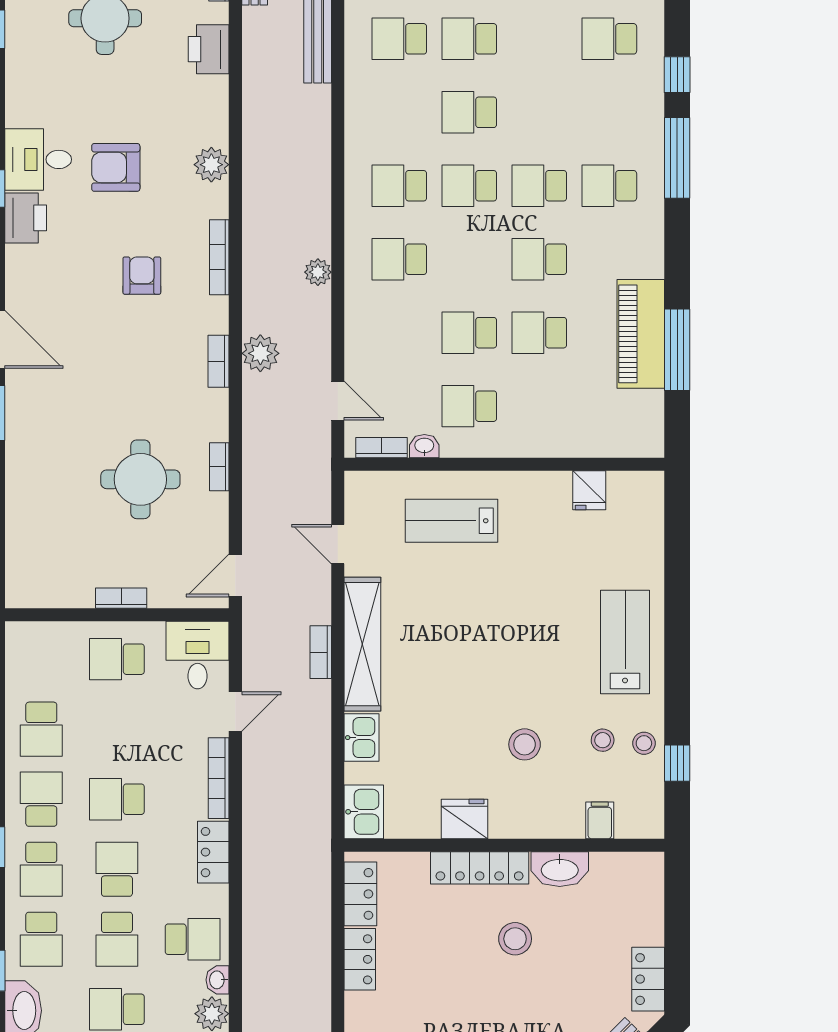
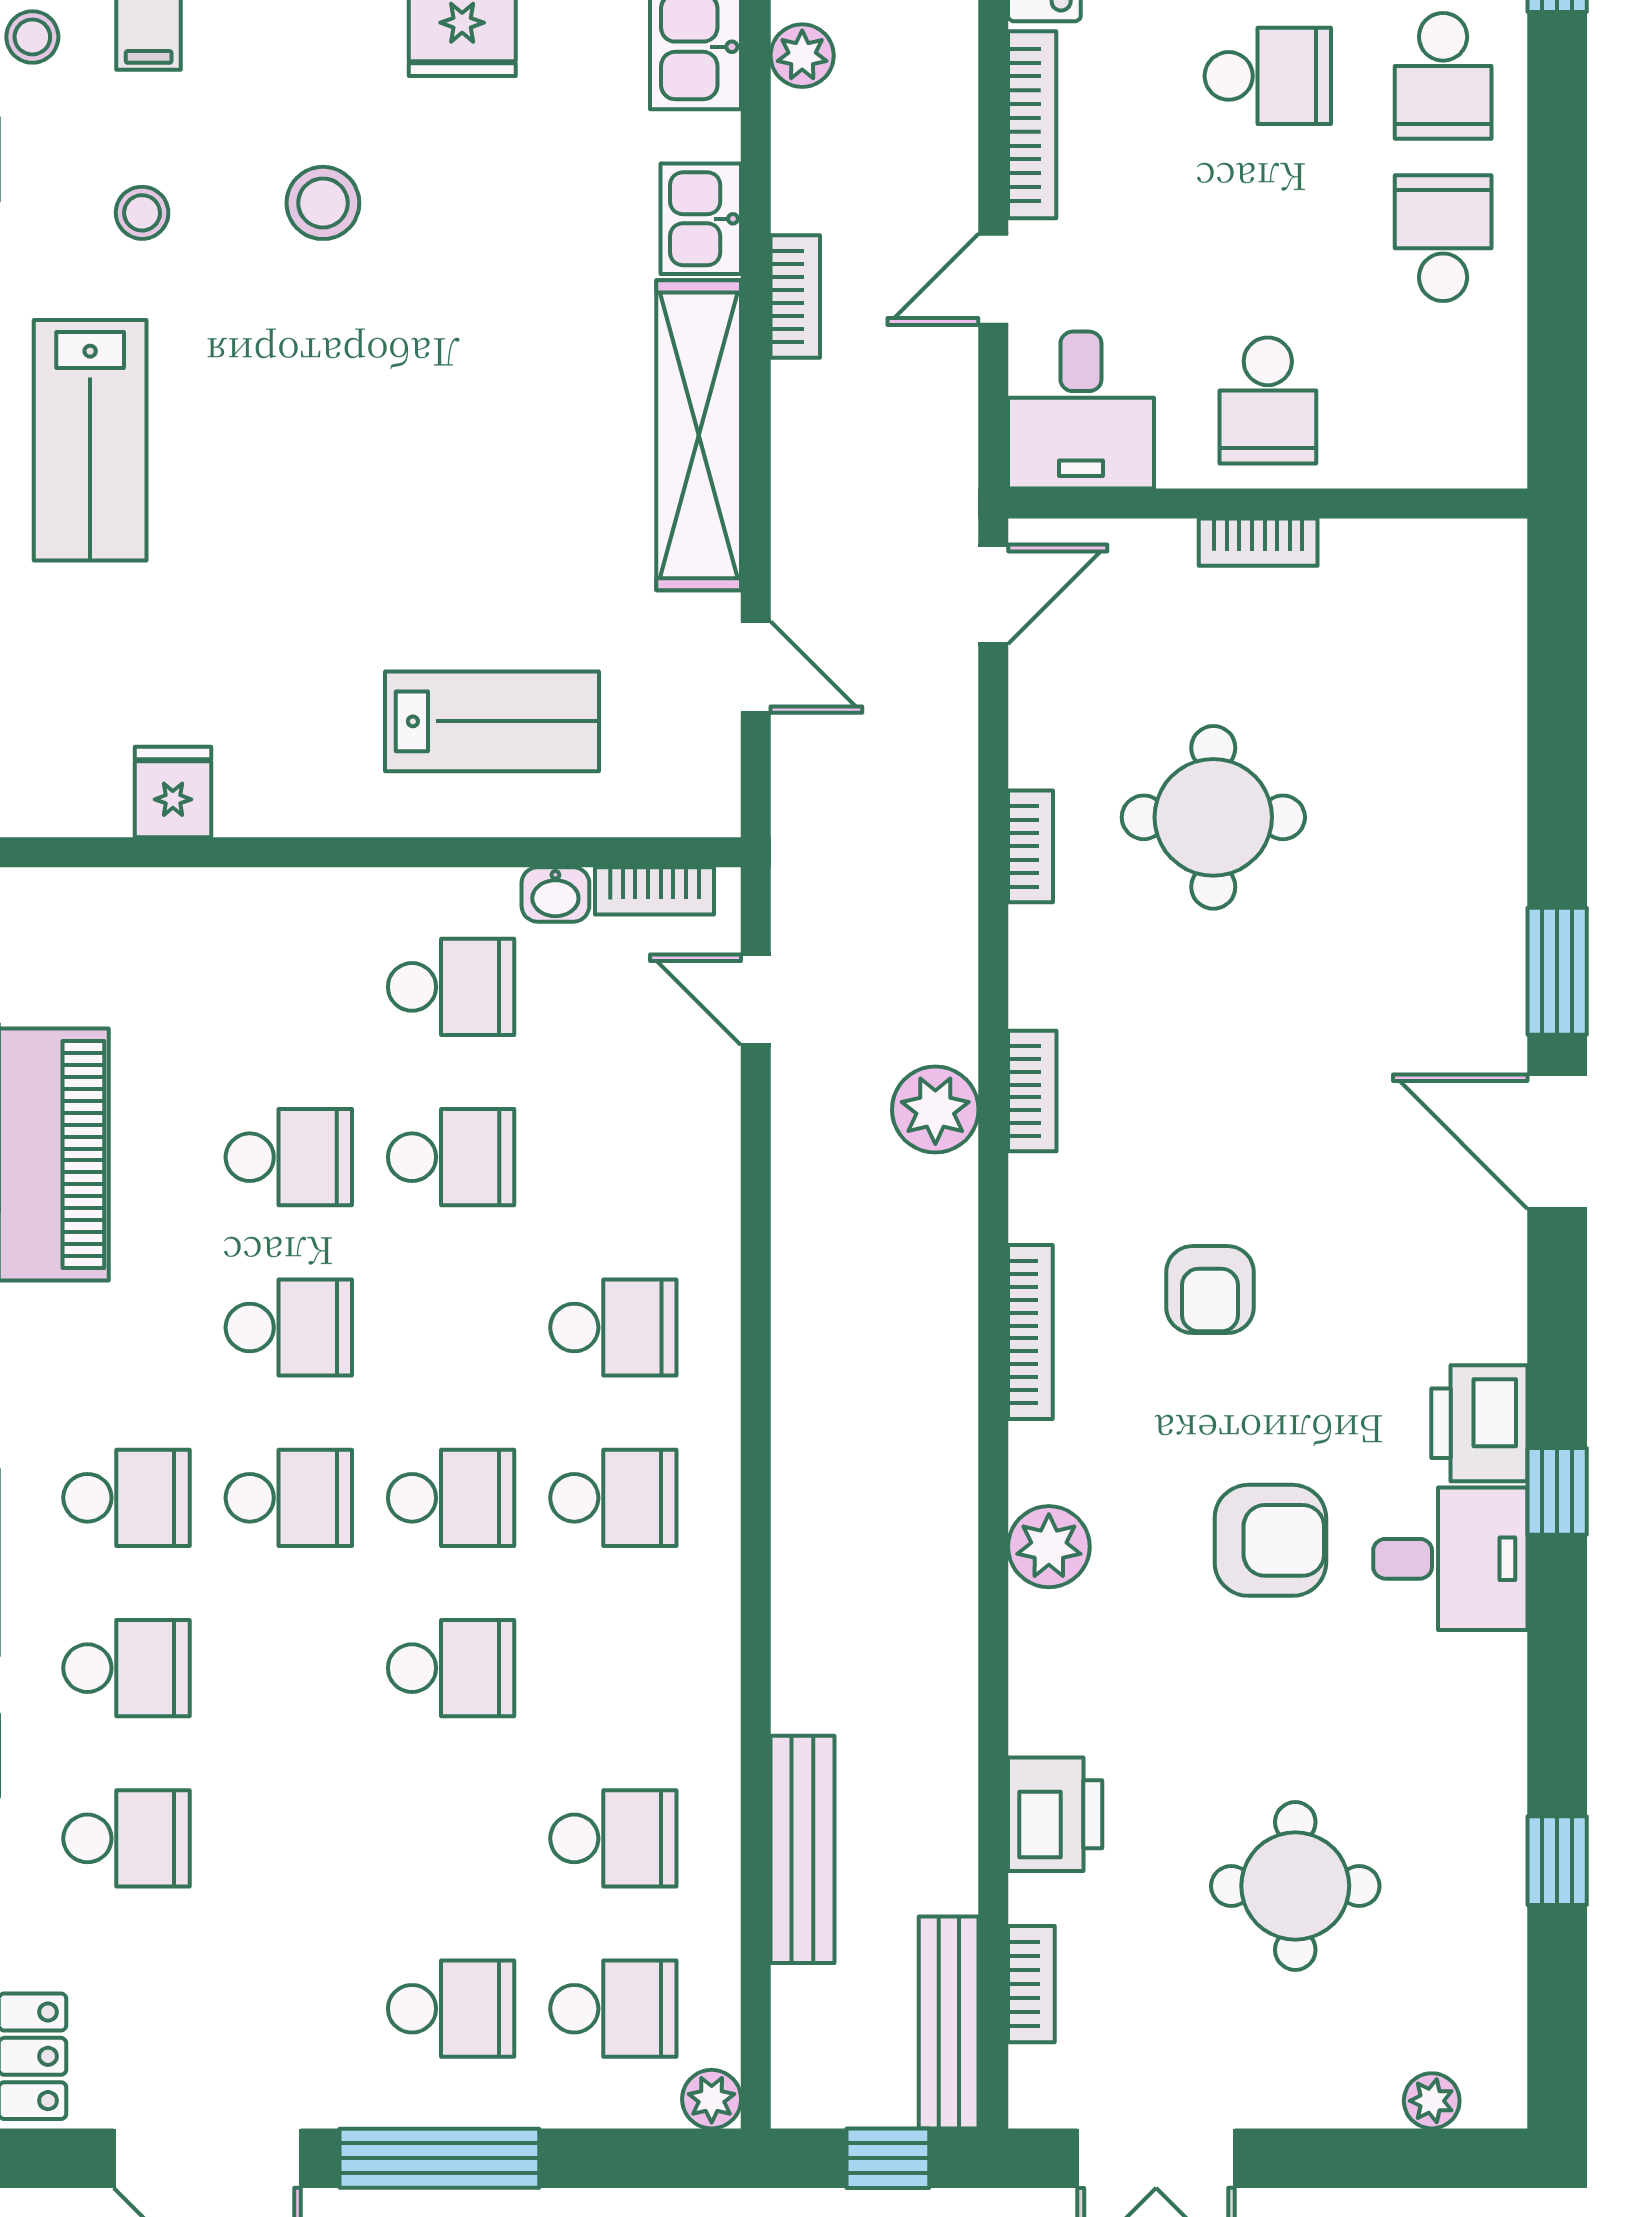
school desk: (469, 39) -> (127, 1668), moved
plant: (318, 272) -> (802, 56), moved
bookcase: (321, 652) -> (795, 297), moved
school desk: (117, 659) -> (1268, 400), turned 90
stool: (644, 743) -> (32, 37), moved

